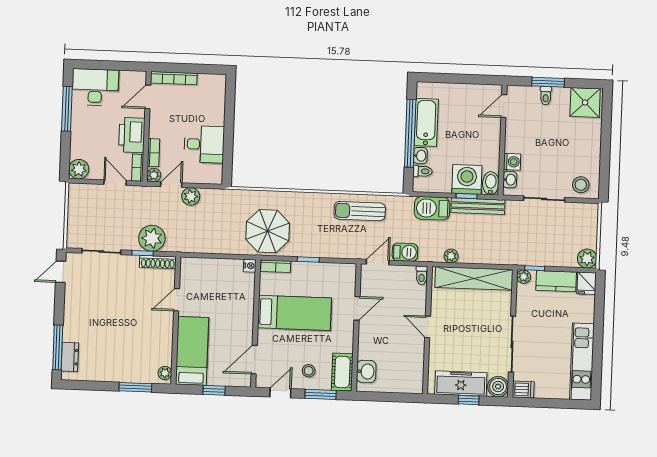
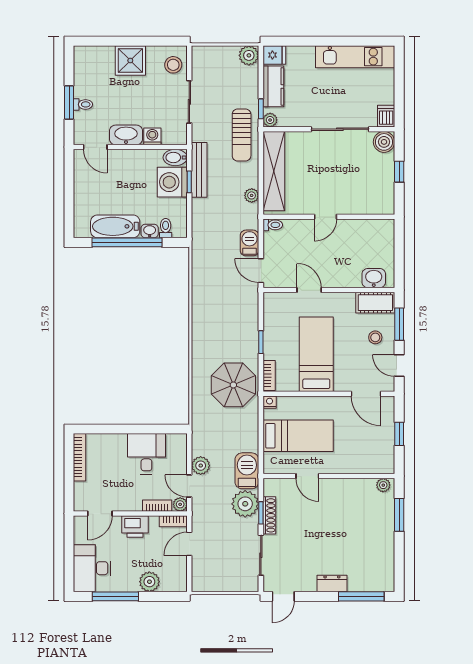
bookcase: (174, 78) -> (80, 457), moved
door: (148, 97) -> (100, 514), hinge flipped
shower: (585, 103) -> (130, 60), moved
printer: (132, 135) -> (135, 527), width x0.73, depth x0.84
plant: (79, 169) -> (149, 582), moved
washbasin: (510, 180) -> (126, 135), moved, width x1.91, depth x1.45
barbecue: (432, 208) -> (247, 471), moved, turned 180
sun lounger: (360, 211) -> (242, 135), moved
shoe rack: (158, 262) -> (269, 515), moved
door: (61, 272) -> (283, 596), hinge flipped
bed: (192, 351) -> (298, 436), moved, turned 180
dresser: (70, 357) -> (332, 583), moved
freezer: (461, 383) -> (382, 180), removed

